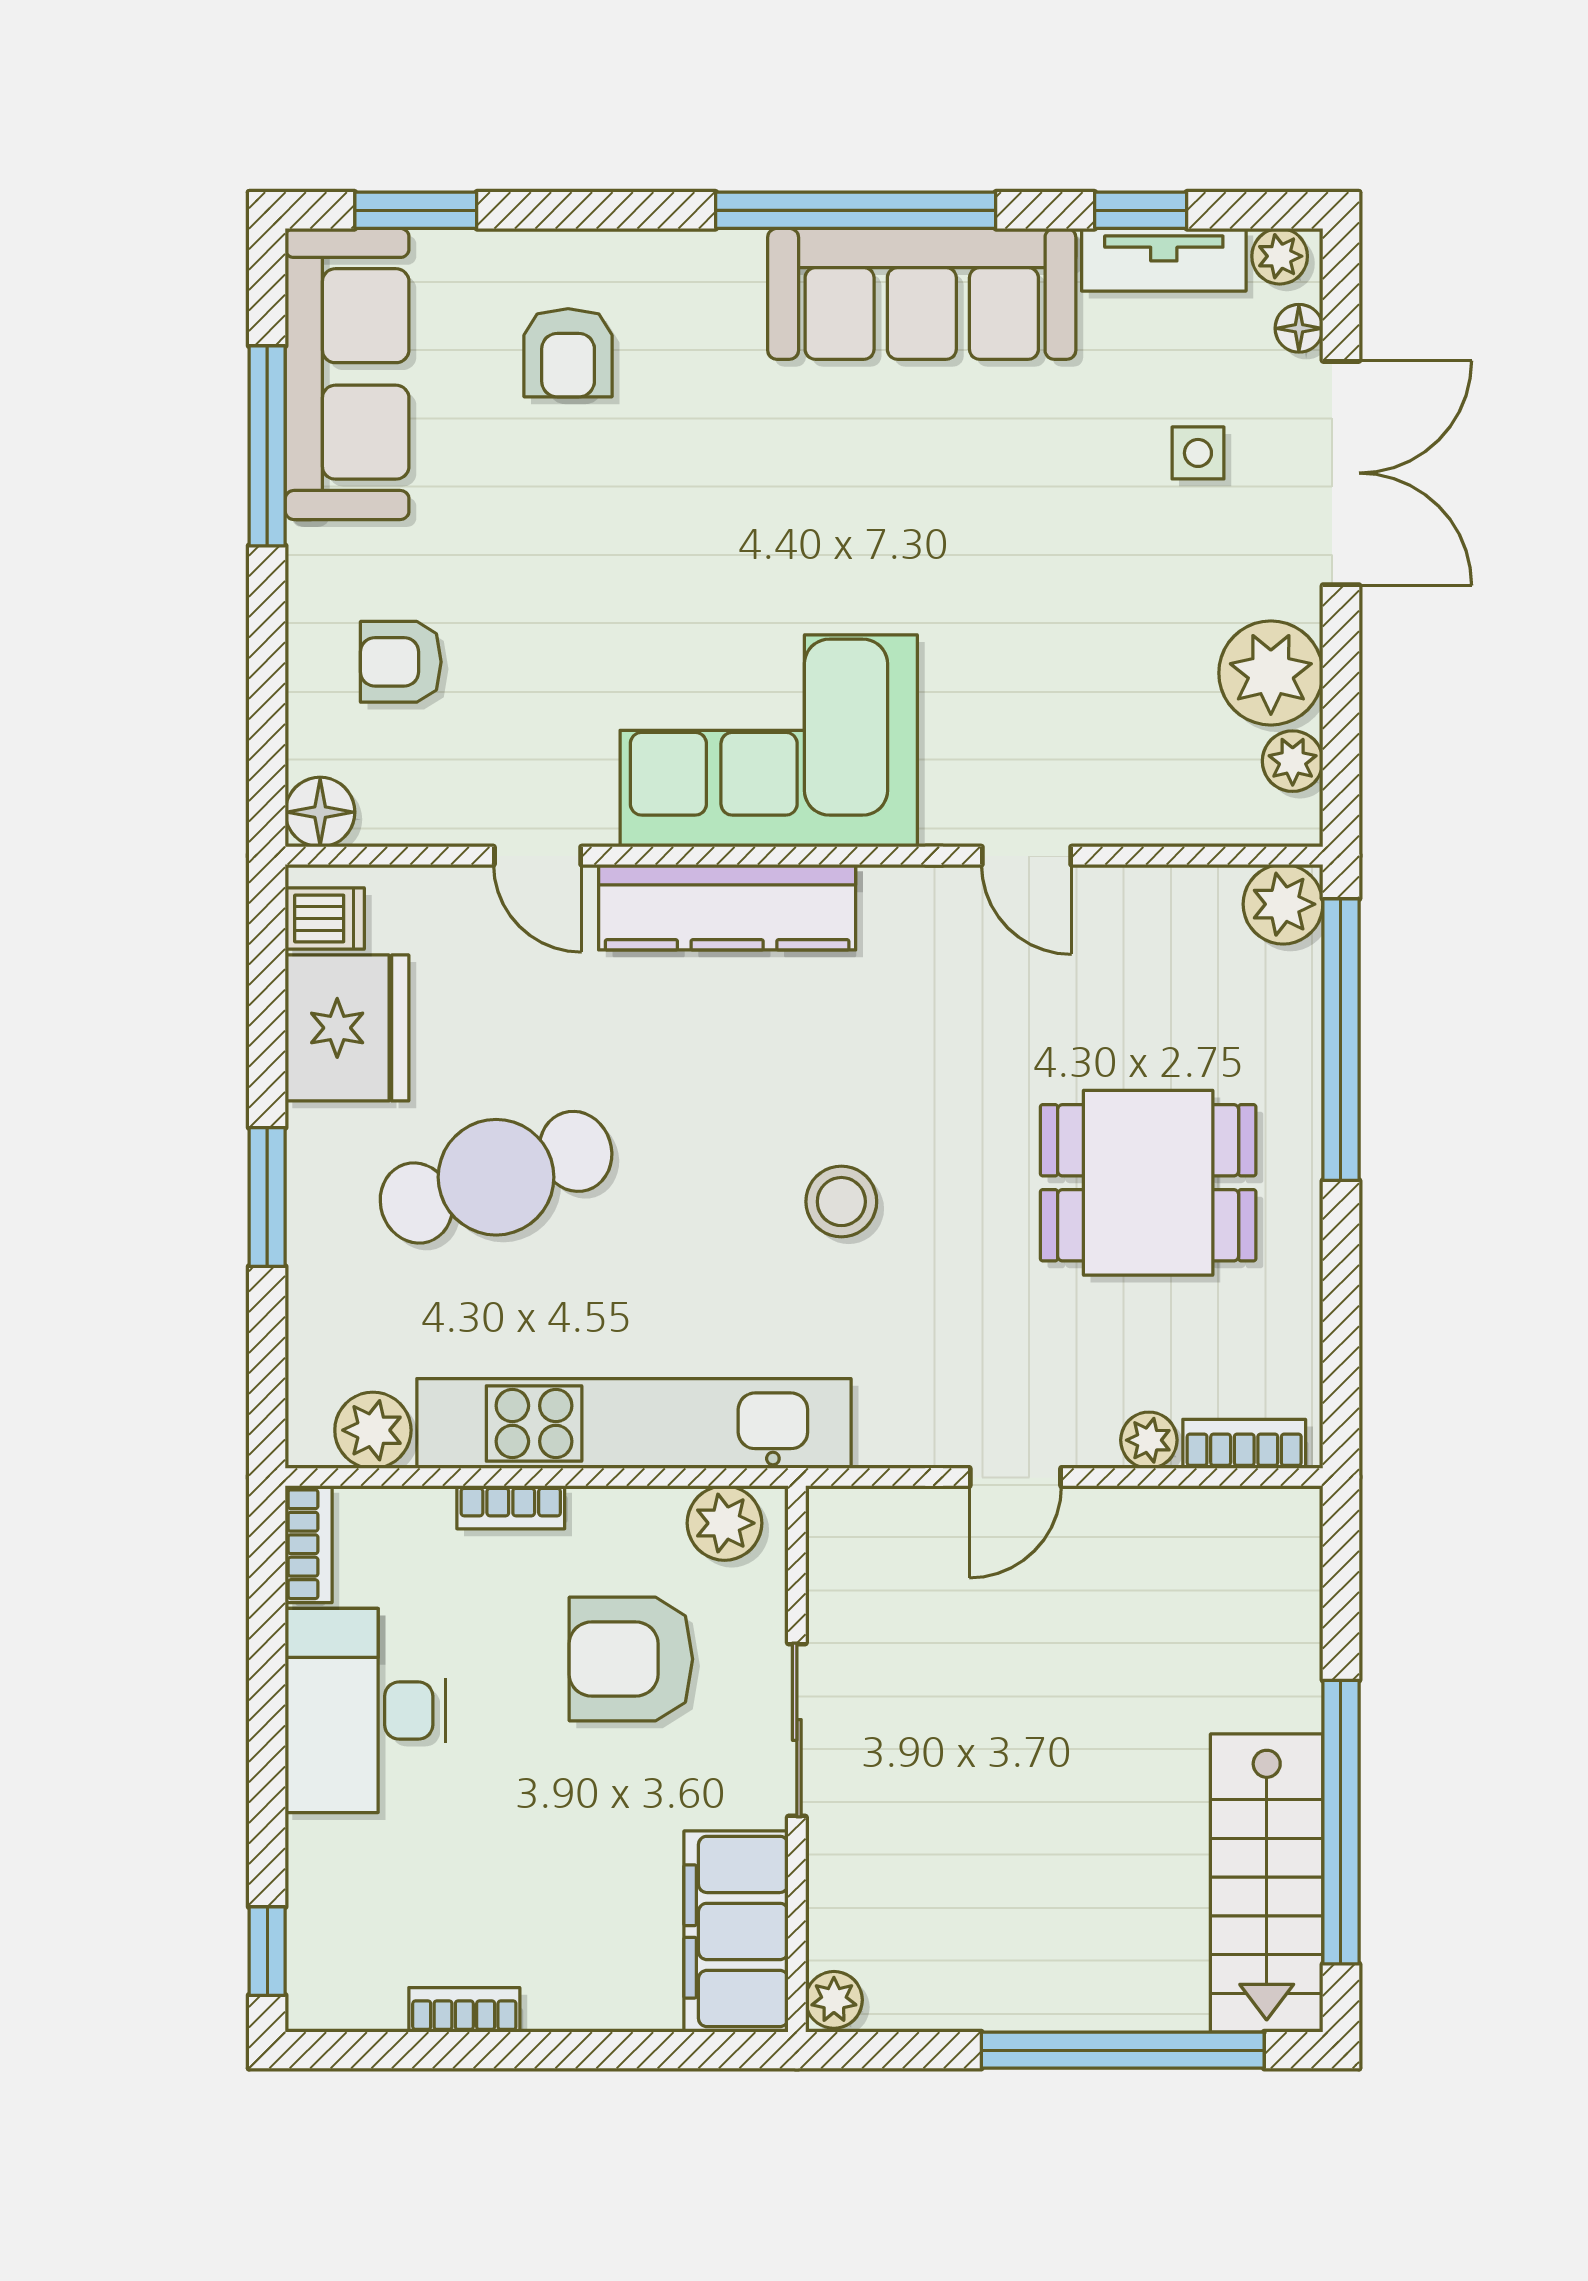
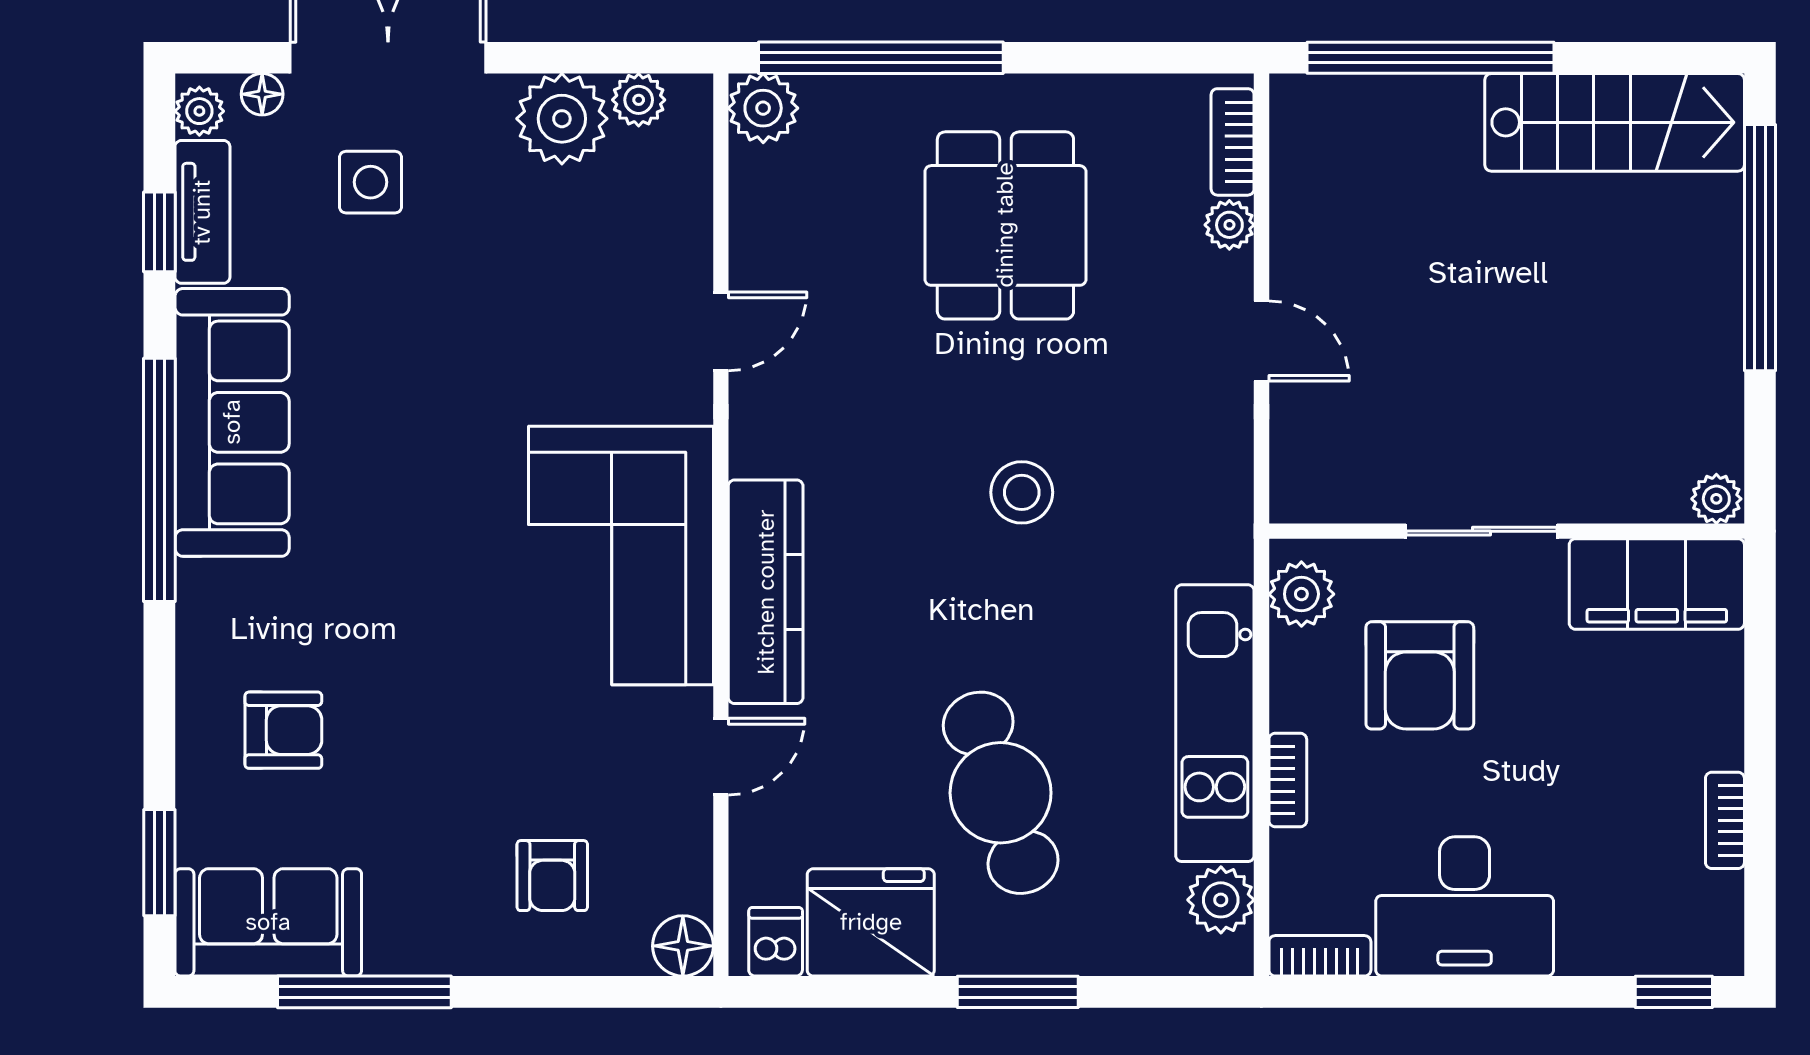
sofa: (347, 374) -> (268, 922), width x0.73
side table: (1198, 453) -> (371, 182), width x1.37, depth x1.37
kitchen unit: (634, 1423) -> (1215, 723), width x0.73
window: (1341, 1822) -> (1430, 58), moved

